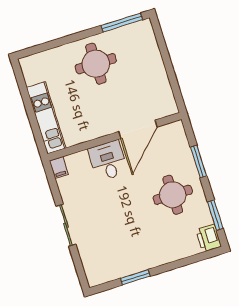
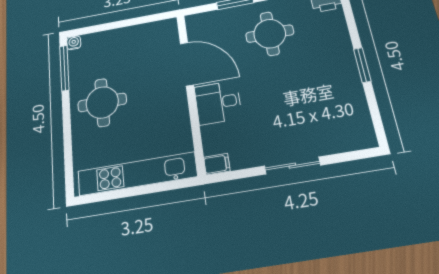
water cooler: (146, 25) -> (74, 43), added
kitchen unit: (46, 118) -> (137, 174), width x1.36
window: (135, 277) -> (362, 65), moved

